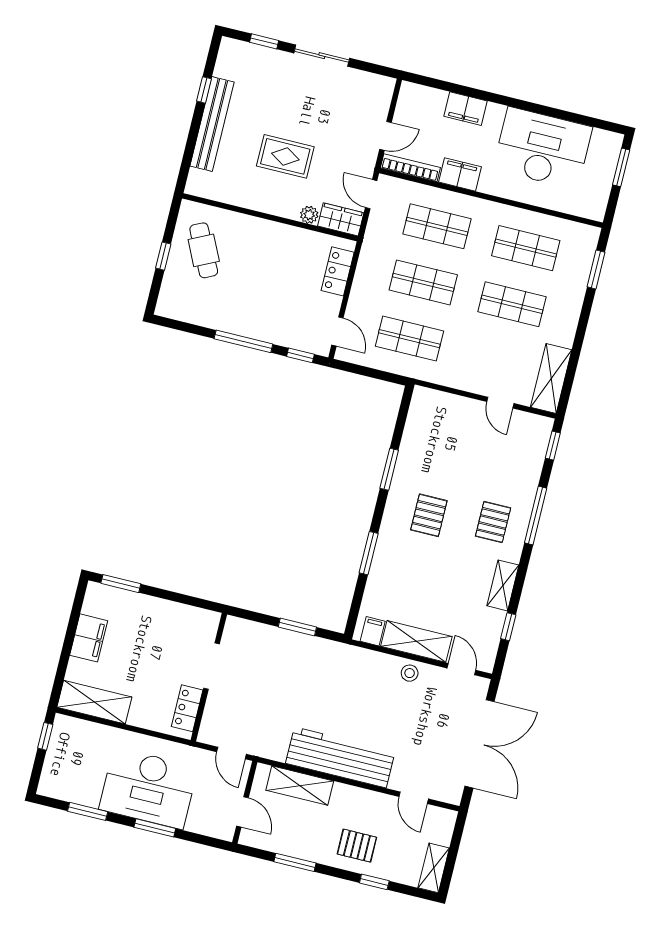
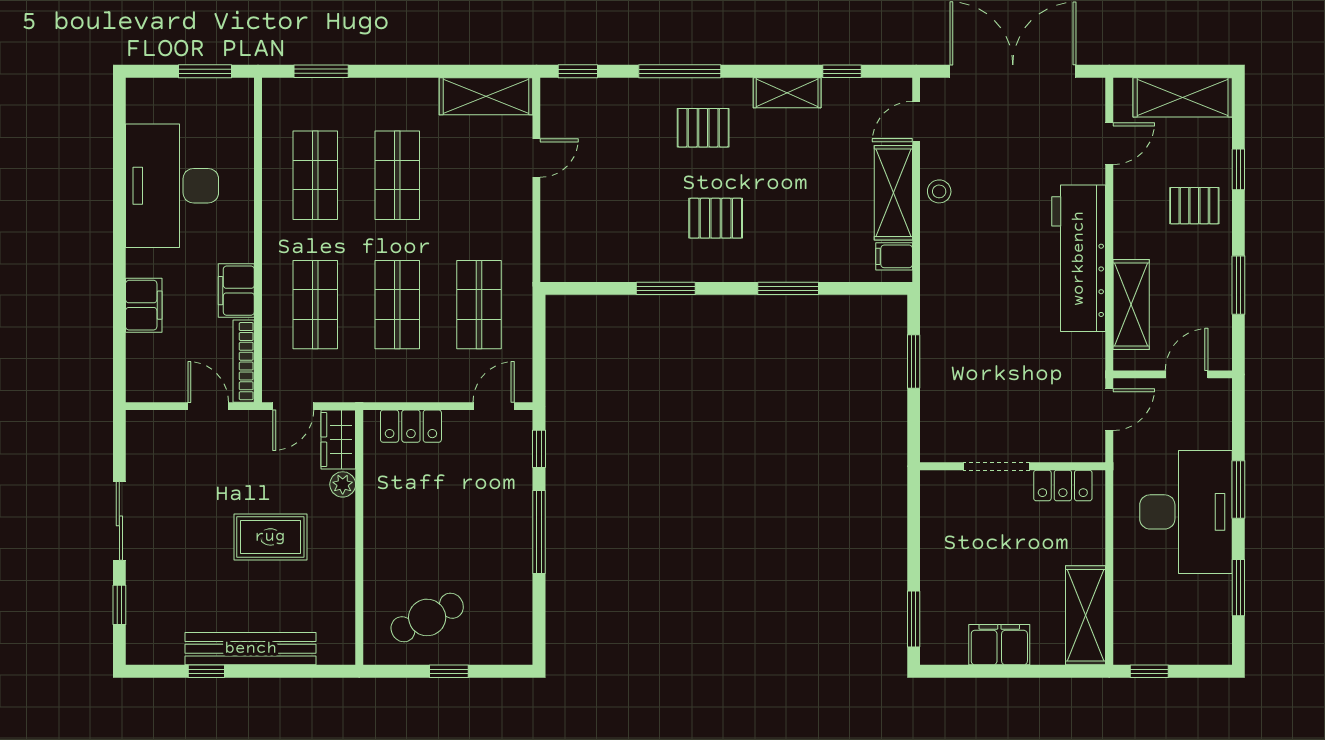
rug: (285, 156) -> (270, 537), turned 90
window: (621, 167) -> (205, 71), moved
pallet: (357, 846) -> (1194, 206), turned 90
shelving: (434, 868) -> (1183, 97), width x1.50, depth x1.33

